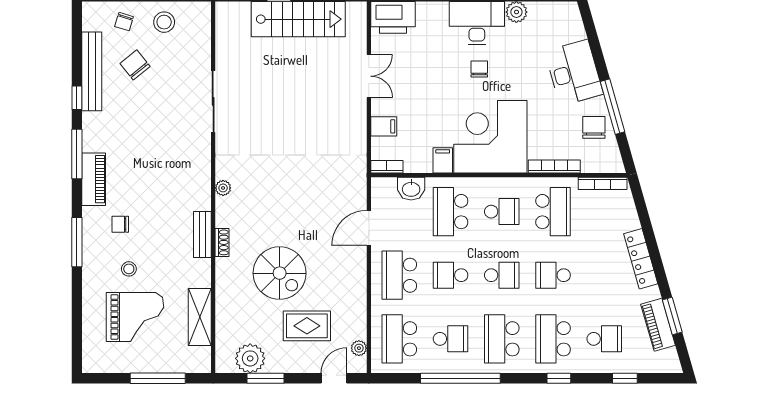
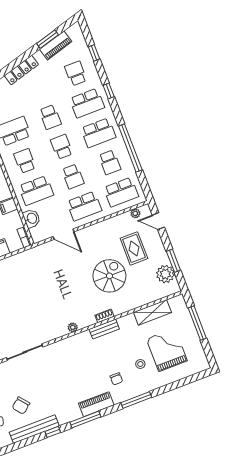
school desk: (451, 339) -> (110, 162), turned 180

